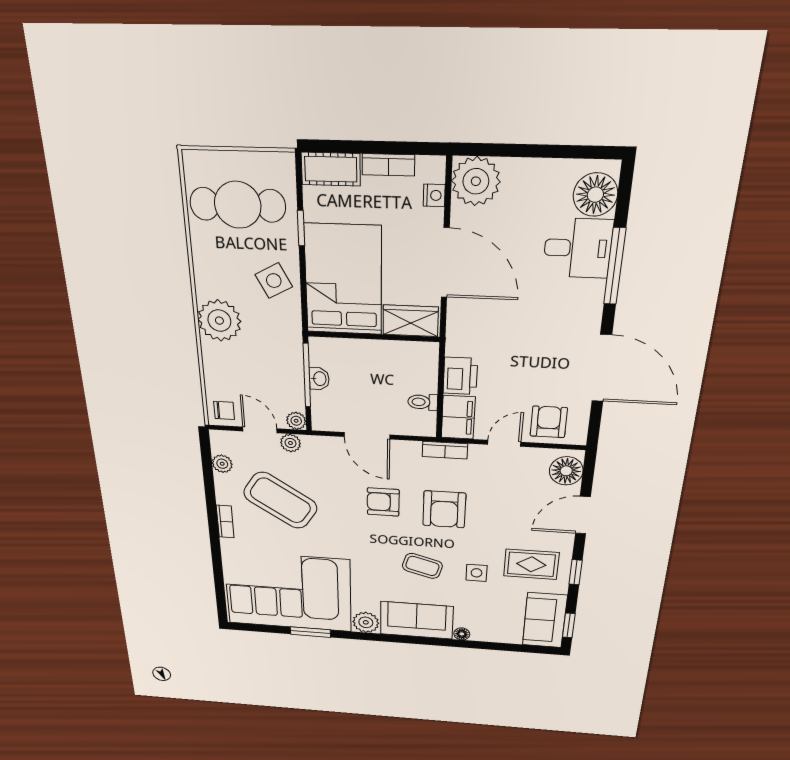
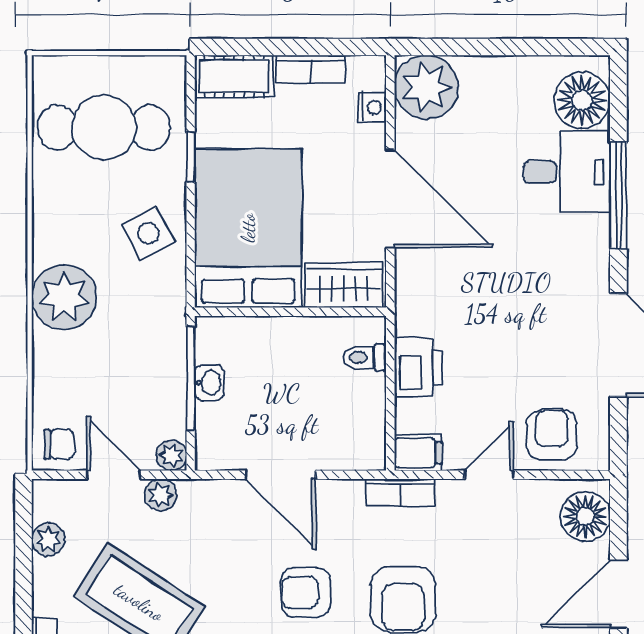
toilet: (423, 402) -> (364, 357), moved
filing cabinet: (458, 417) -> (418, 453), width x0.50

